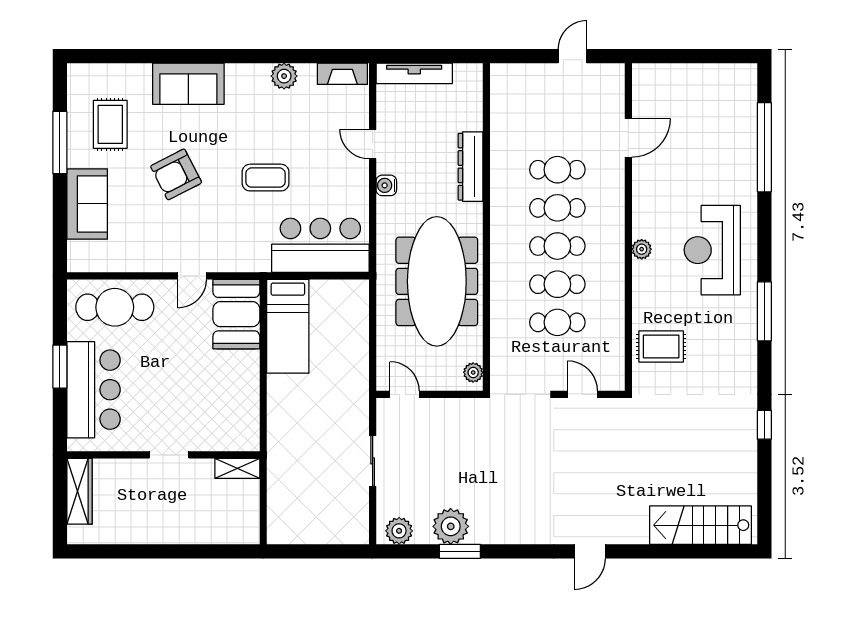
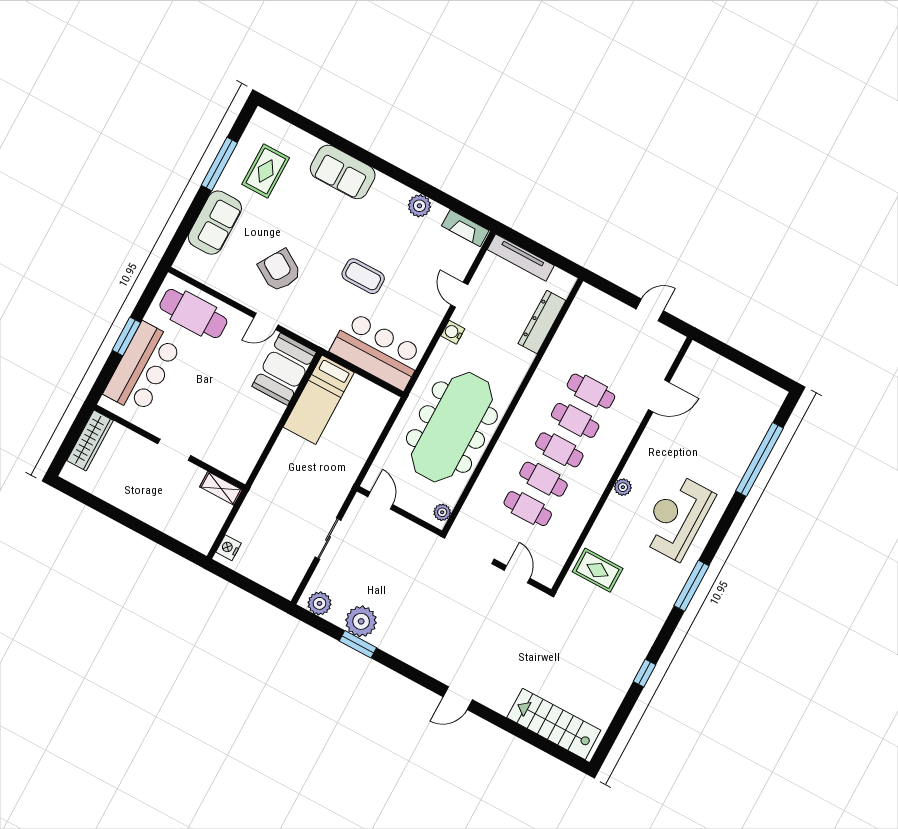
dresser: (471, 167) -> (542, 322), moved
armchair: (176, 174) -> (280, 270), moved, turned 59
nightstand: (277, 524) -> (229, 548), added

